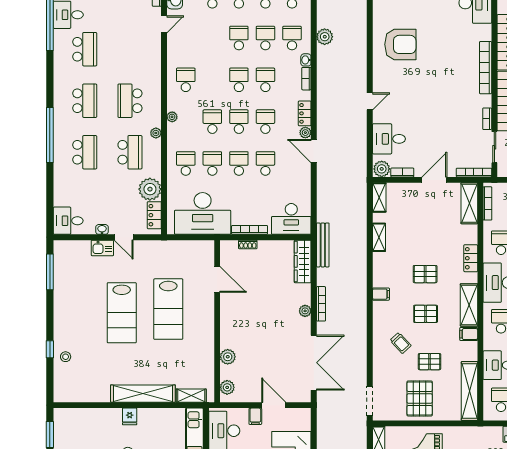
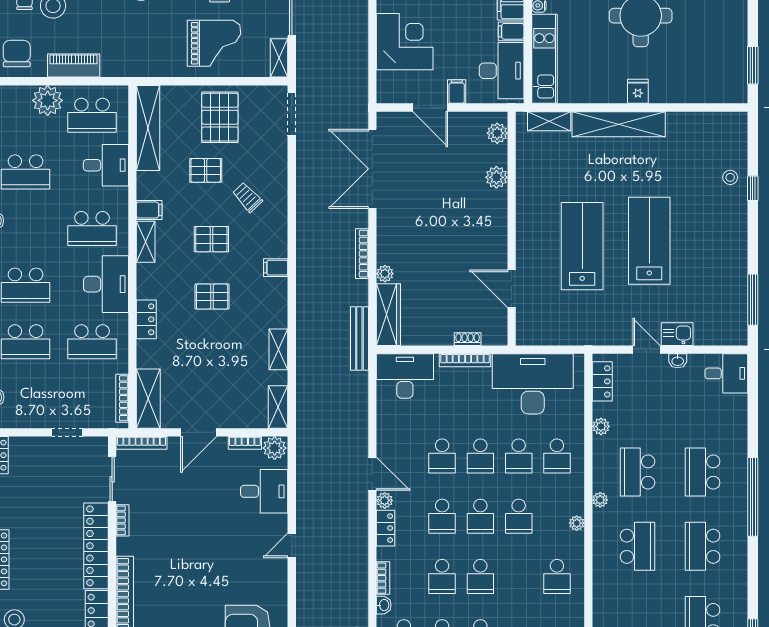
plant: (150, 189) -> (601, 426), width x0.53, depth x0.53
shelving: (469, 305) -> (146, 242), width x0.67, depth x0.75
plant: (305, 311) -> (385, 274), moved

